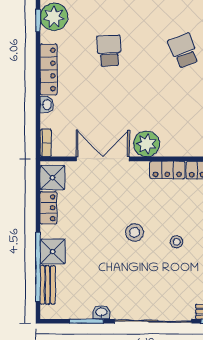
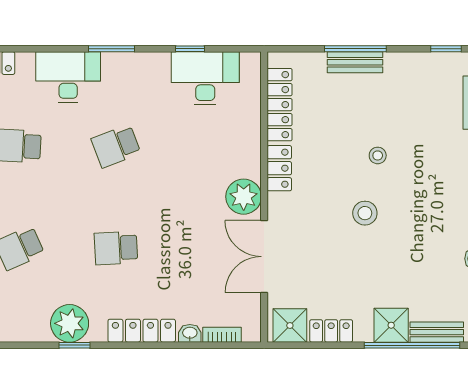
bookcase: (46, 143) -> (222, 335), moved

